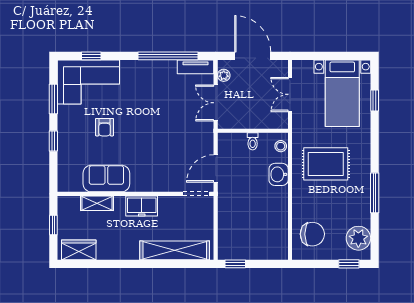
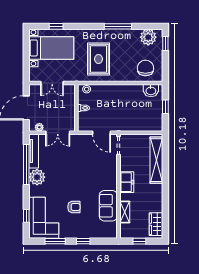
tv unit: (195, 67) -> (34, 151), width x1.41
plant: (149, 72) -> (37, 177), added
washbasin: (279, 174) -> (151, 91), moved
window: (235, 264) -> (165, 107), moved

